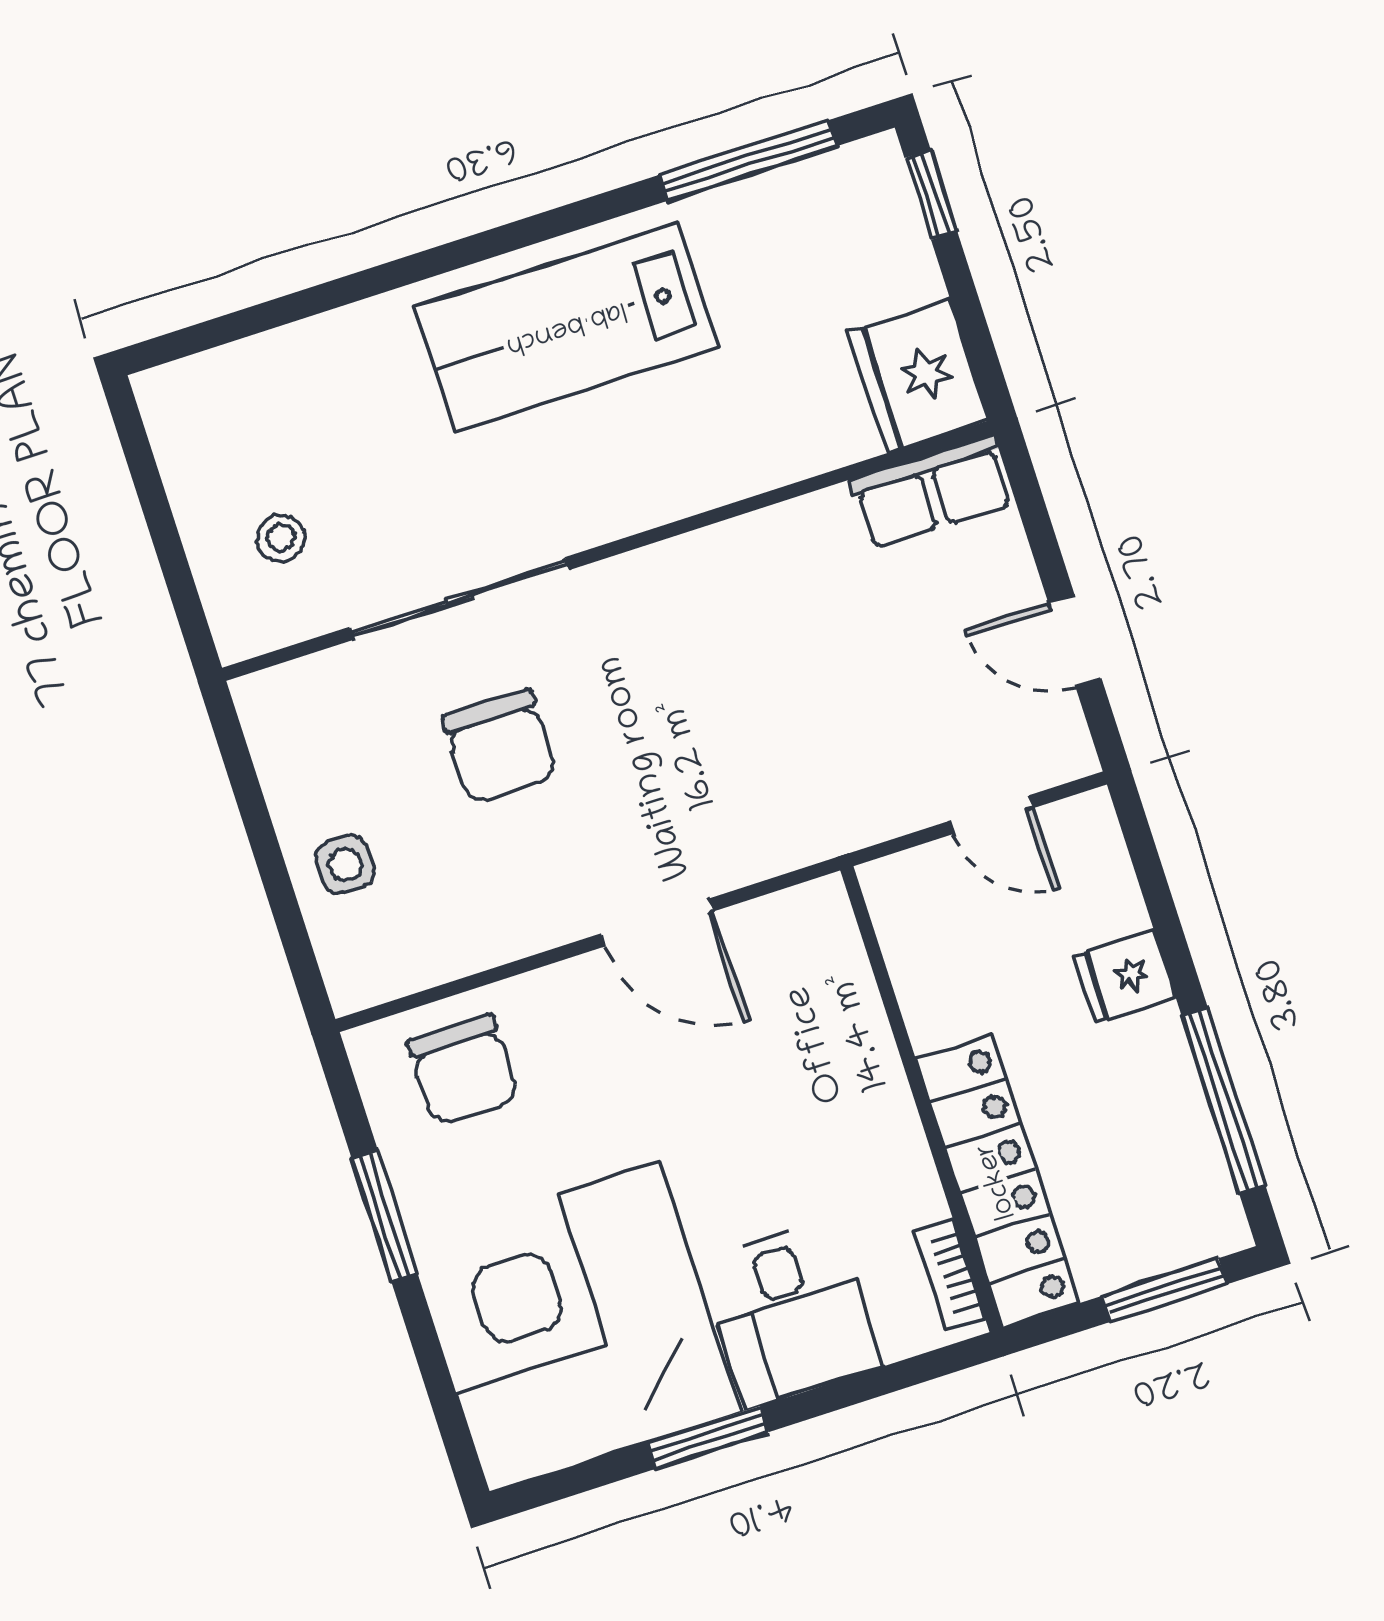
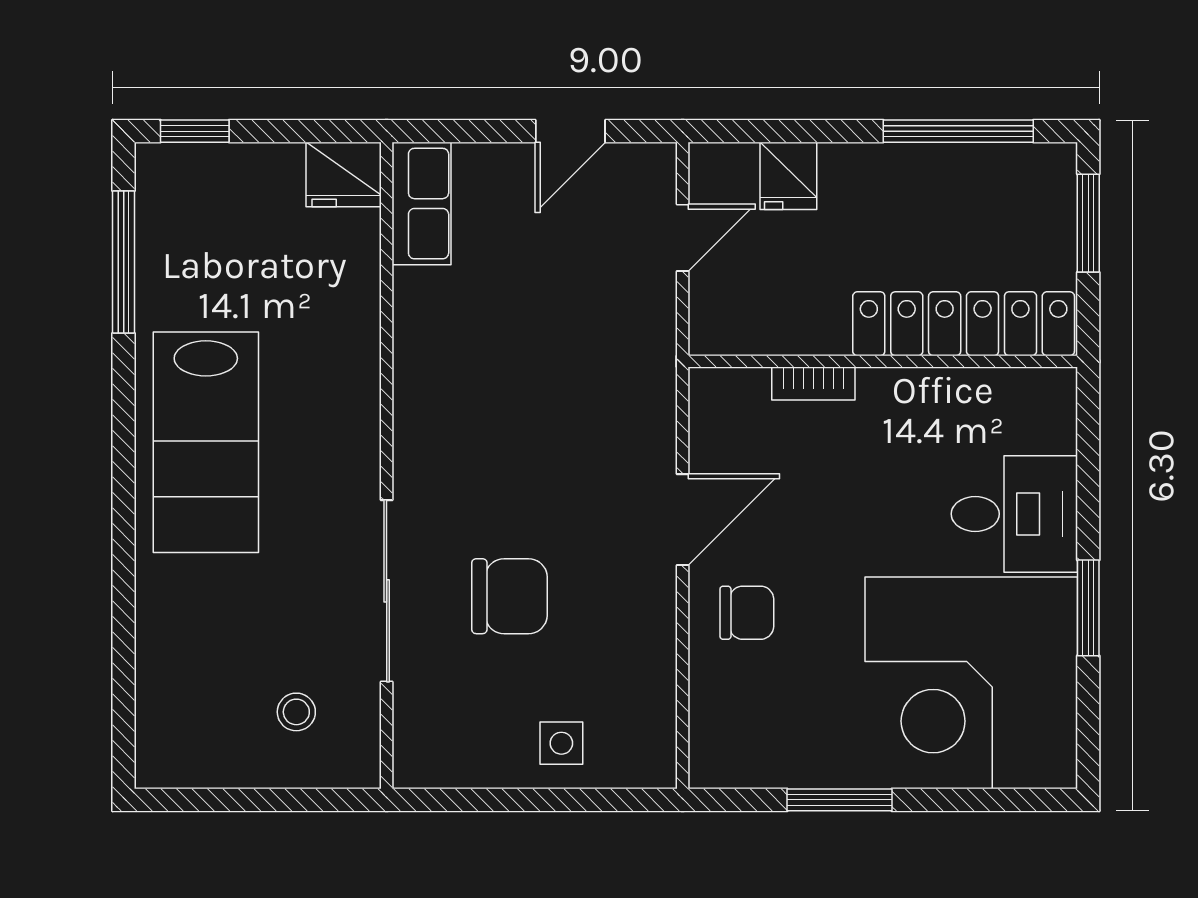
fridge: (918, 376) -> (344, 174), width x0.73, depth x0.75
fridge: (1125, 976) -> (788, 176), moved
chair: (463, 1070) -> (747, 613), moved, width x0.73, depth x0.73
bookcase: (949, 1275) -> (813, 383), moved

